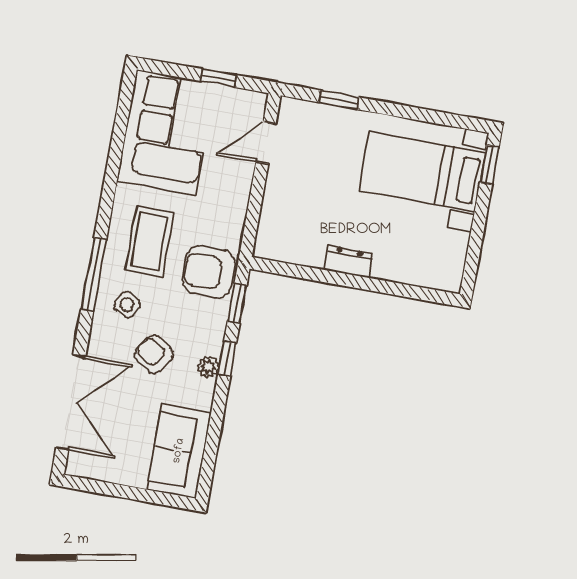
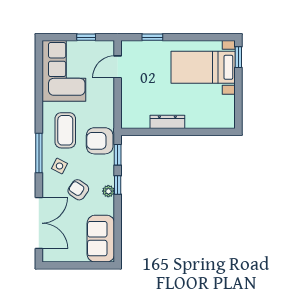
dresser: (348, 262) -> (167, 122), width x1.44

